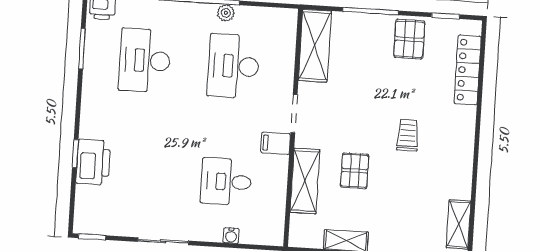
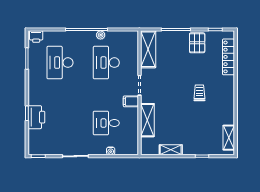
pallet: (355, 171) -> (173, 113), removed

